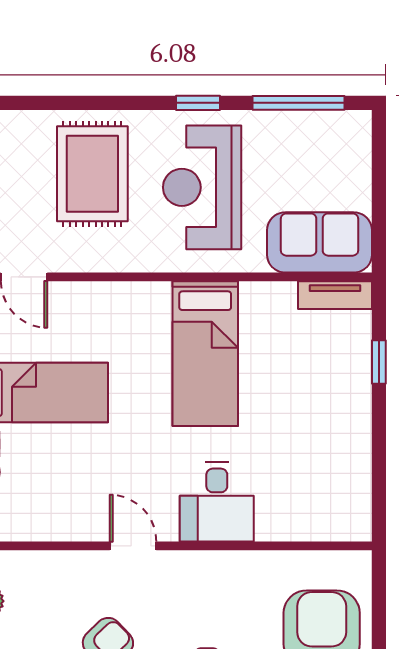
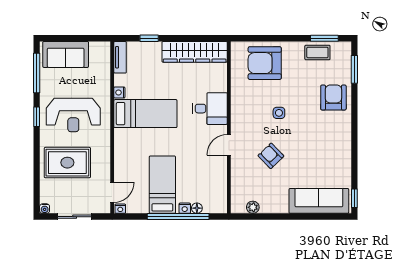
sofa: (319, 242) -> (66, 54), moved, turned -90
nightstand: (254, 294) -> (119, 93), added
wardrobe: (348, 467) -> (195, 52), added

